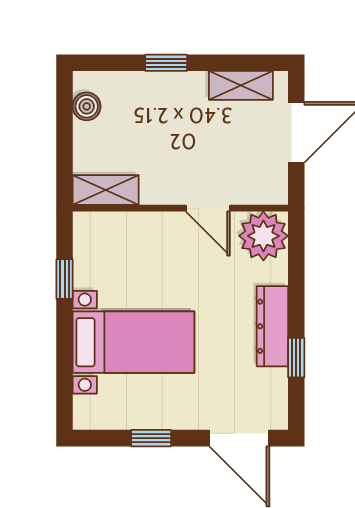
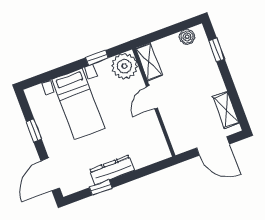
window: (166, 63) -> (217, 50), moved
door: (208, 208) -> (152, 97), moved
plant: (263, 236) -> (124, 66), moved

